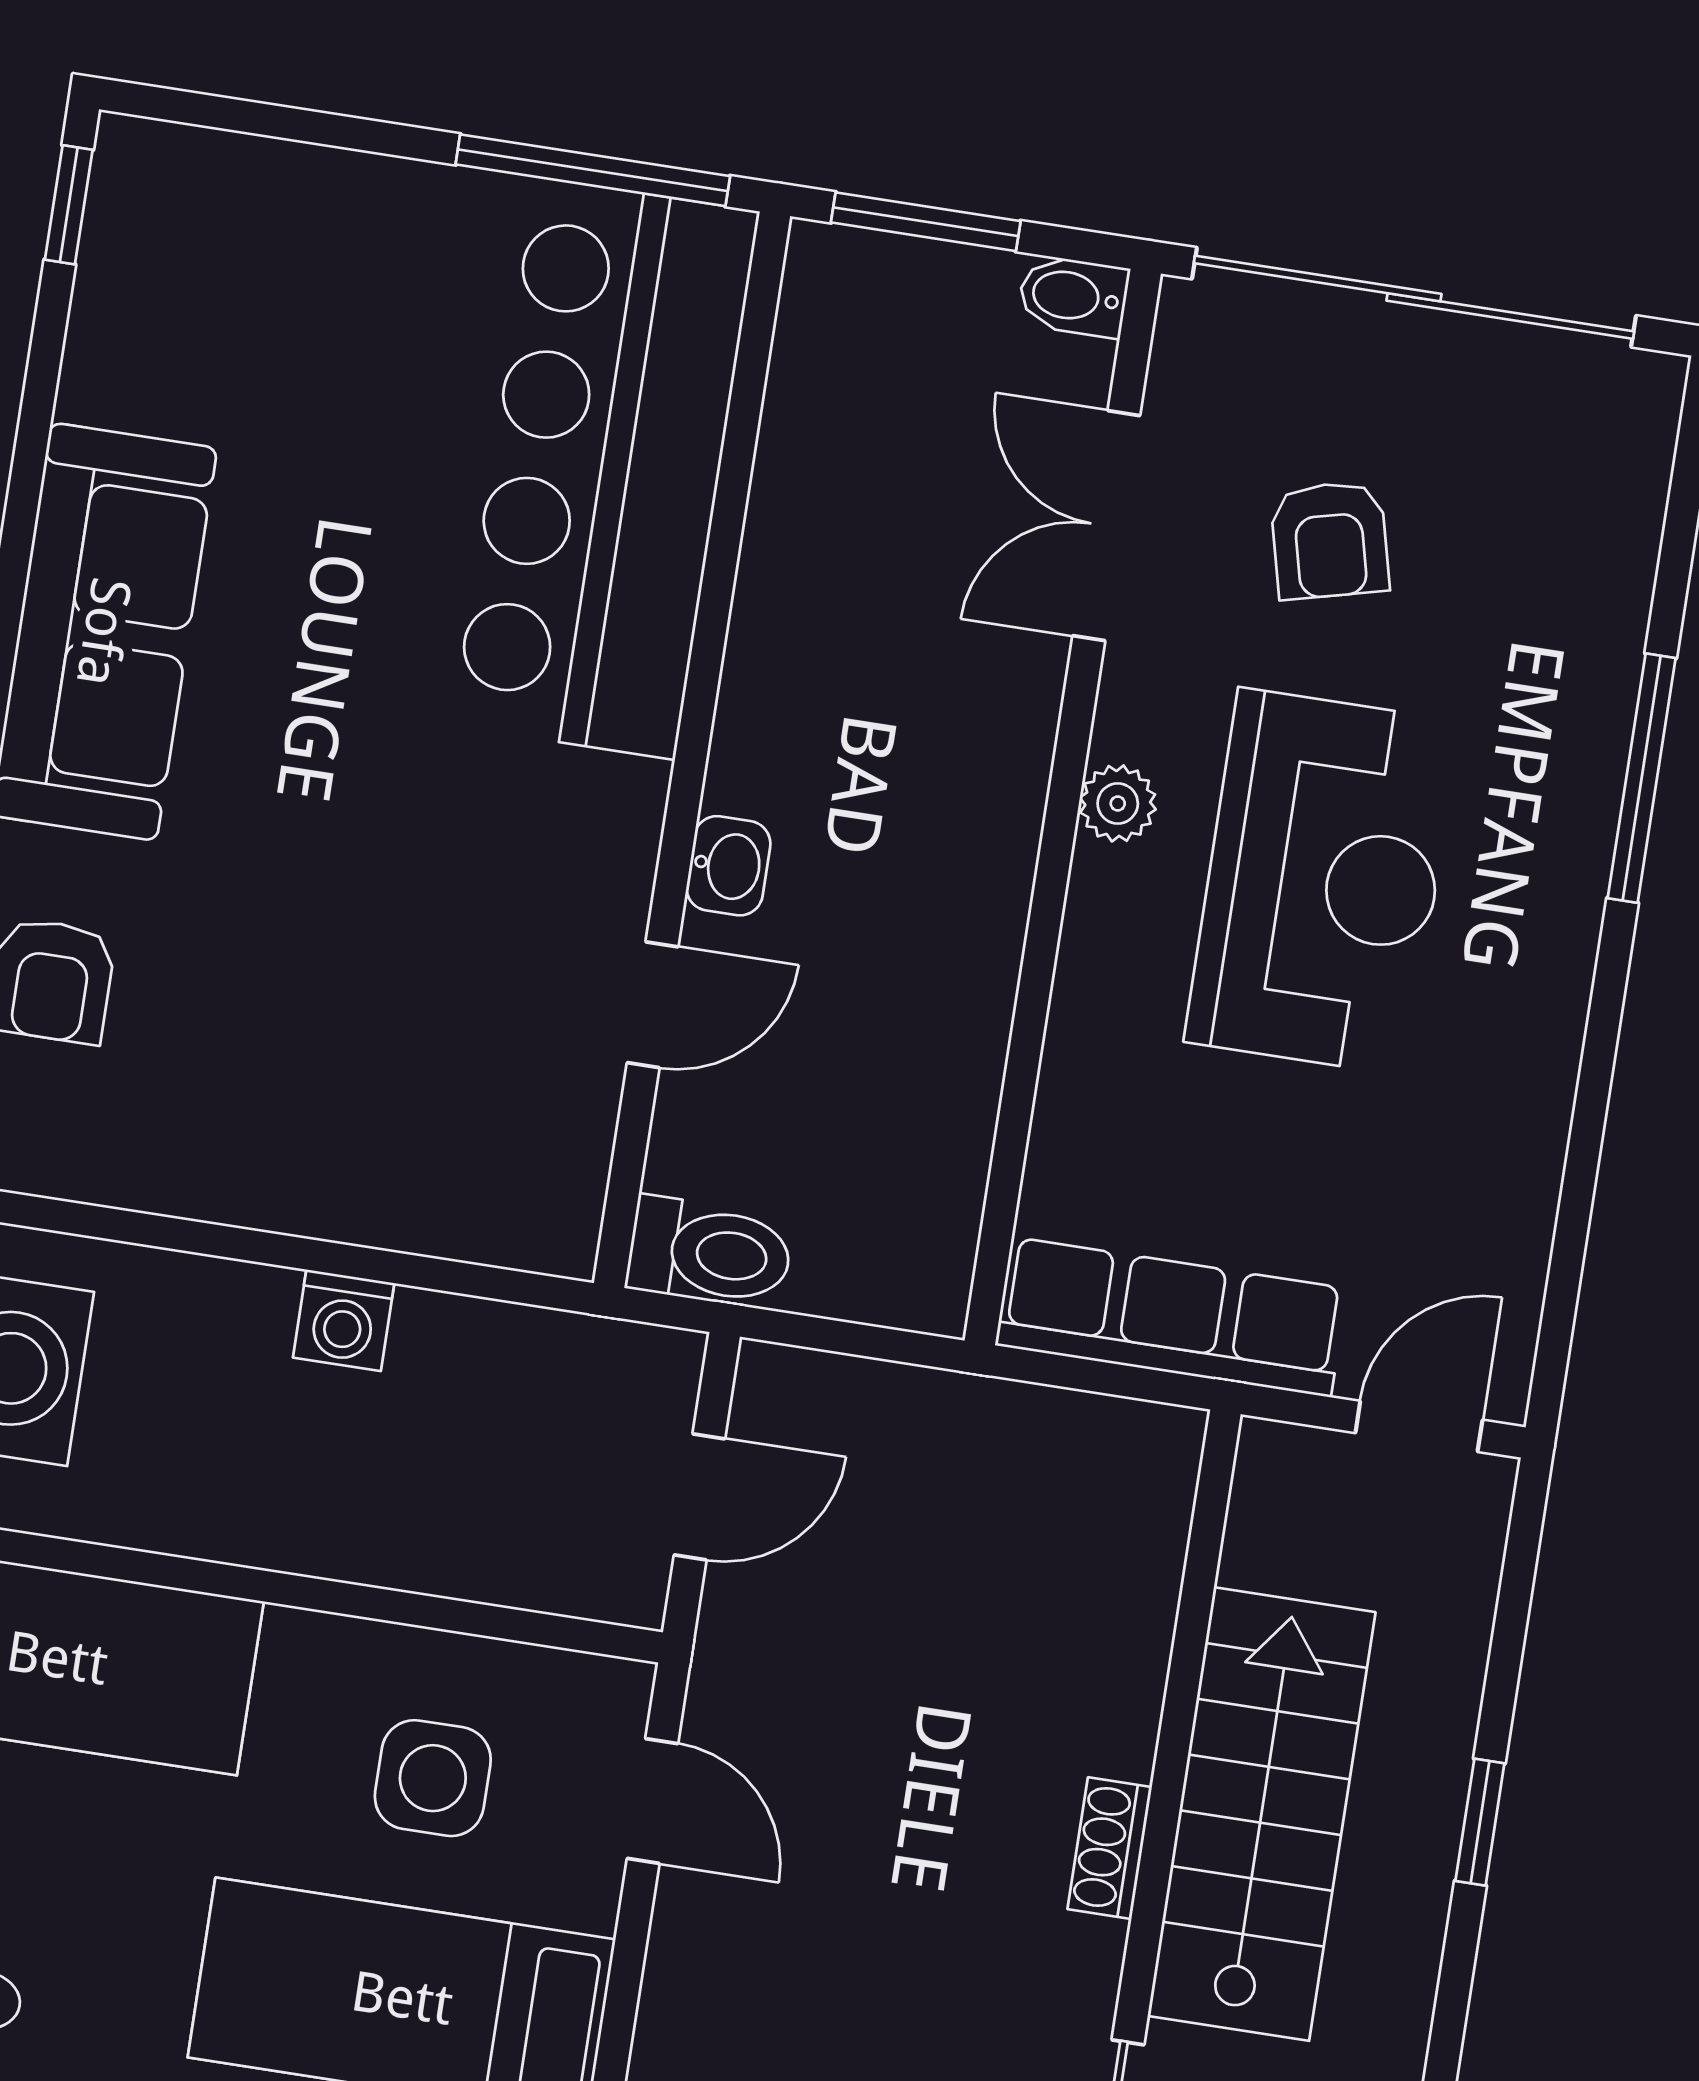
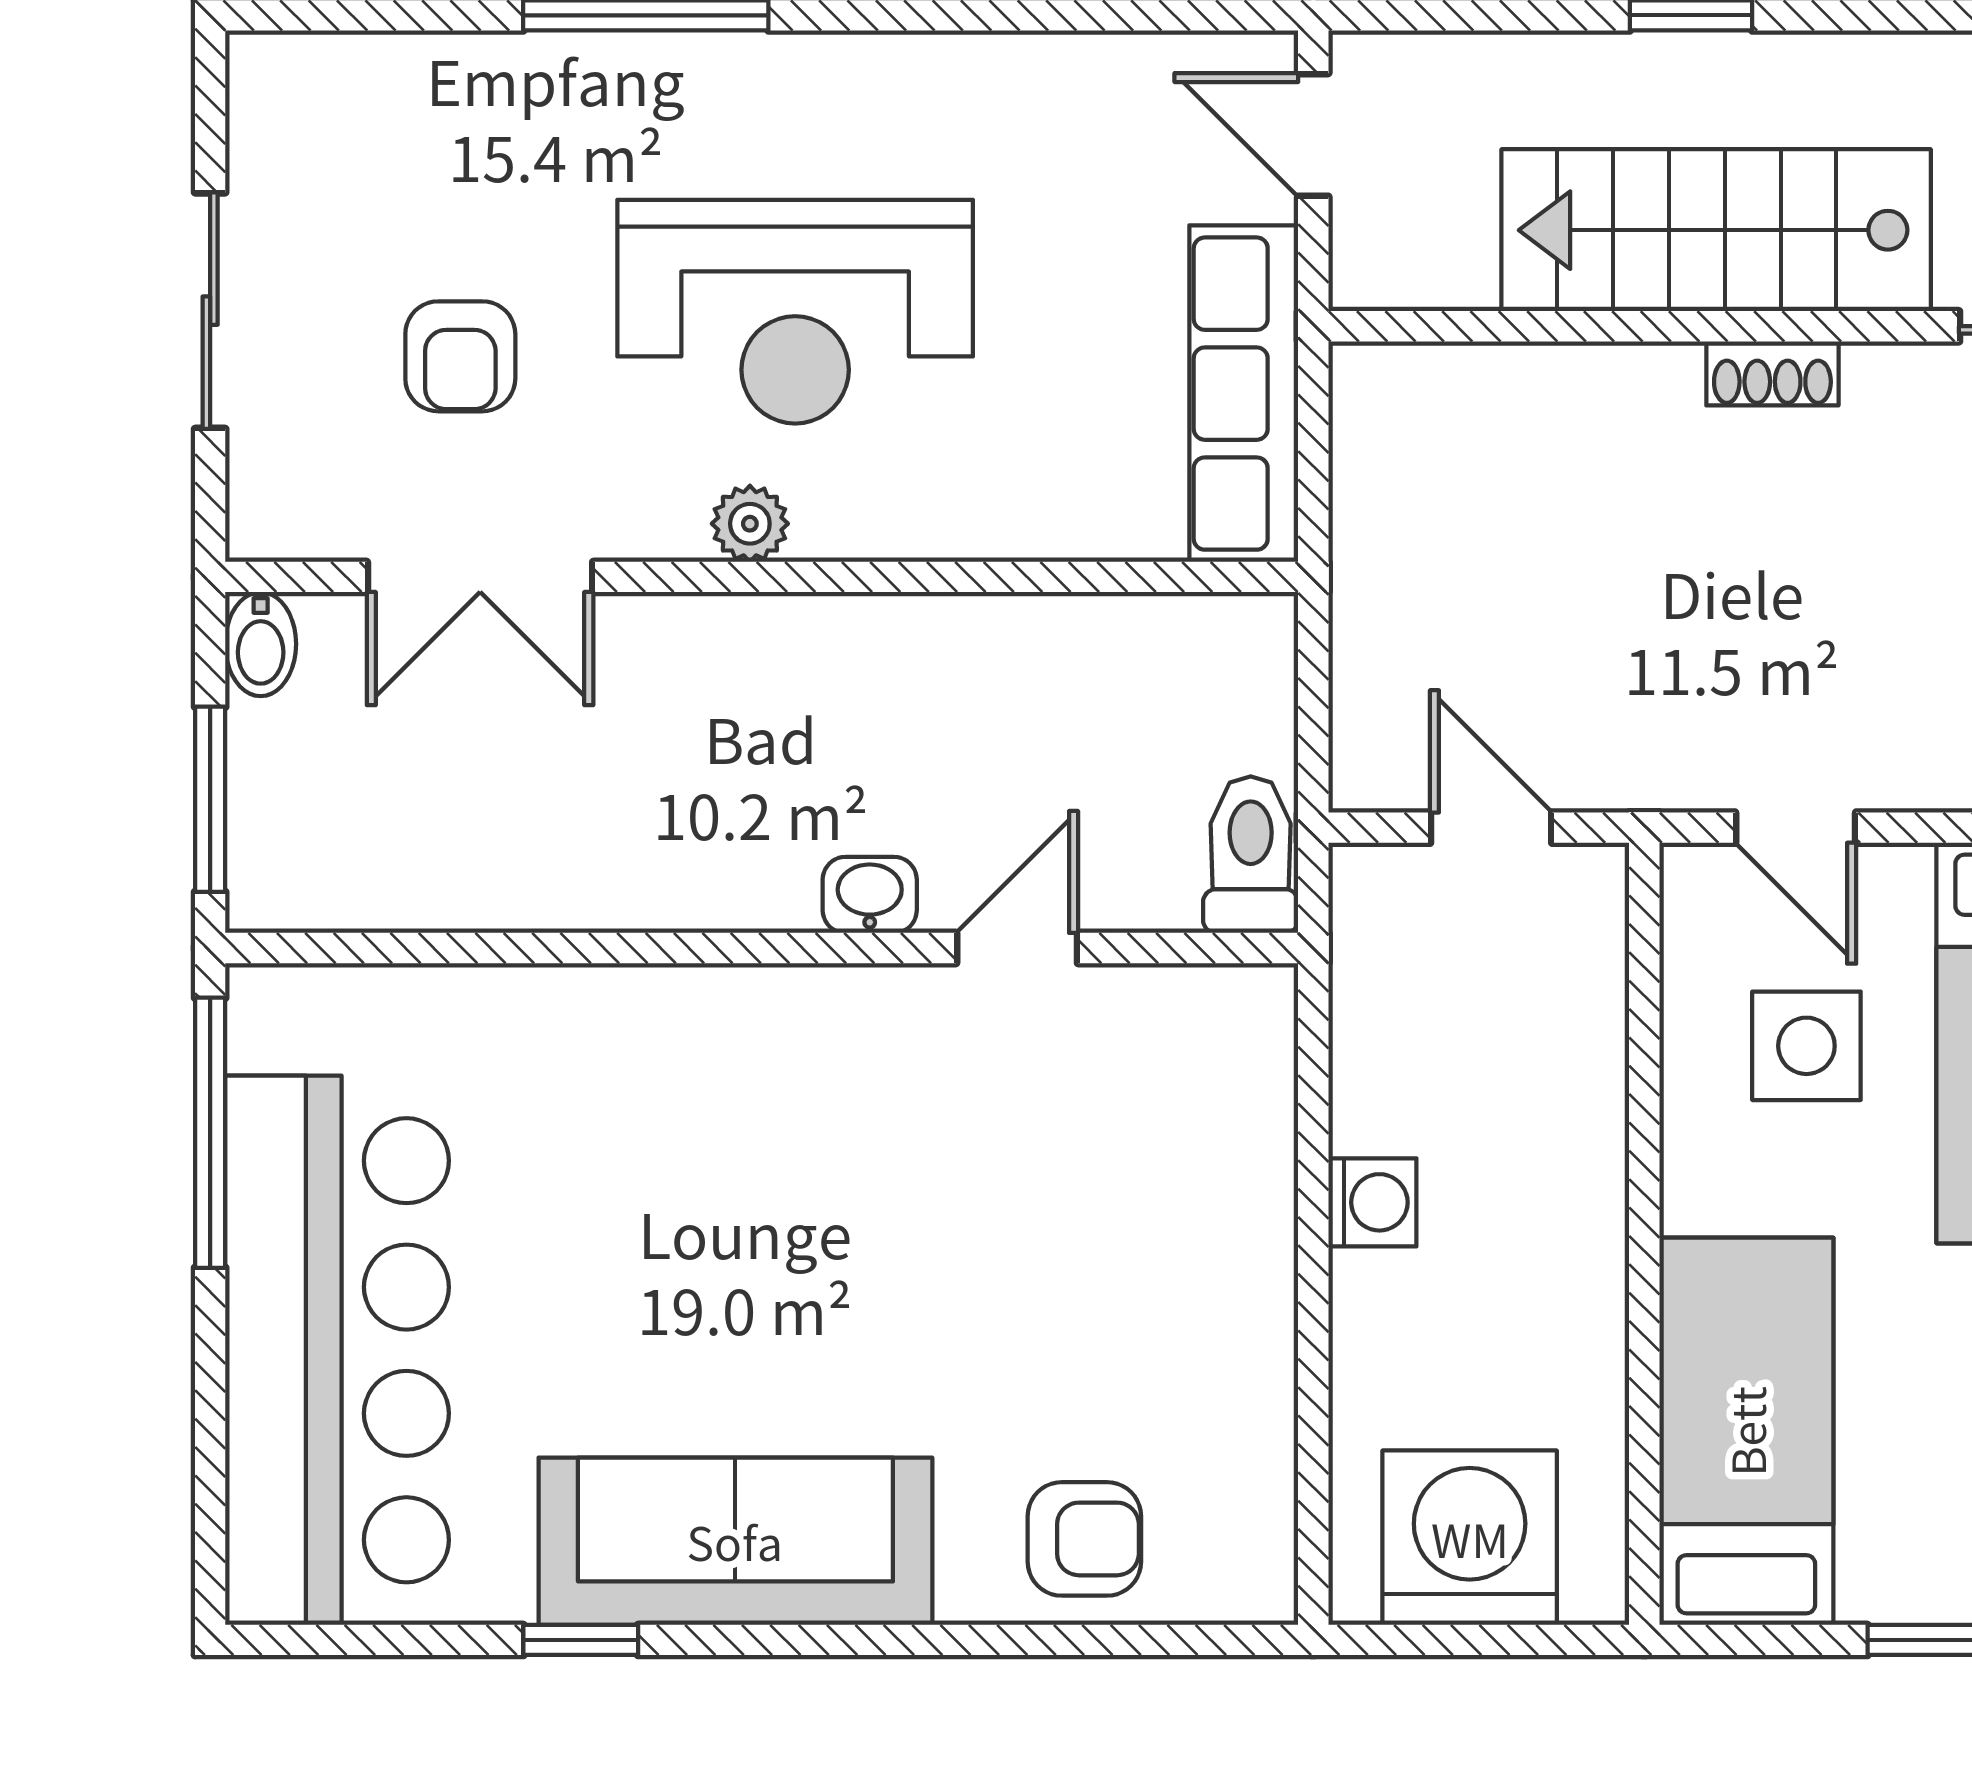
window: (69, 205) -> (581, 1640), moved
sliding door: (1414, 297) -> (210, 311), width x0.54
bar counter: (606, 468) -> (337, 1350), moved, turned -90
armchair: (1330, 540) -> (460, 356), turned 104
reception desk: (1322, 881) -> (795, 312), turned 180
door: (653, 1005) -> (1017, 948), hinge flipped
door: (652, 1801) -> (1796, 828), swing flipped

